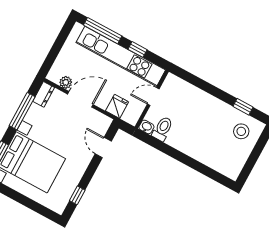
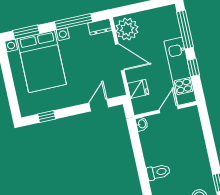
kitchen unit: (121, 56) -> (180, 71), width x0.73
plant: (66, 82) -> (127, 29), width x1.88, depth x1.88
door: (153, 97) -> (169, 109), hinge flipped
toilet: (163, 129) -> (158, 172), moved

